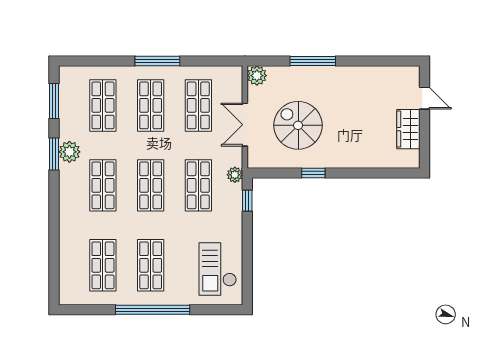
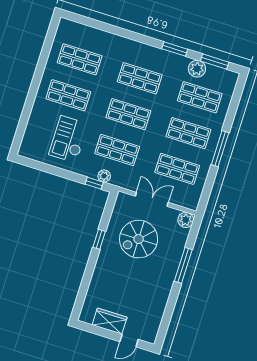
spiral stairs: (298, 125) -> (139, 239), turned 180
plant: (69, 152) -> (197, 69), moved
plant: (235, 175) -> (104, 176), moved
checkout: (218, 269) -> (69, 139), moved, turned -90
window: (153, 310) -> (35, 86), removed

